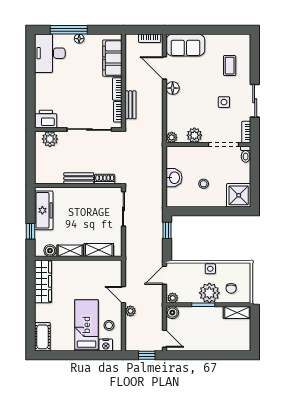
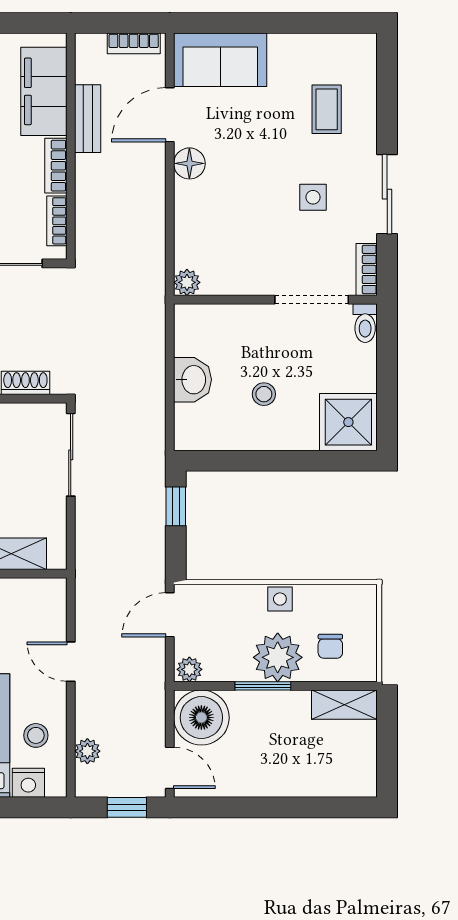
door: (165, 68) -> (170, 115), hinge flipped
bench: (130, 105) -> (88, 119), moved
plant: (194, 135) -> (242, 277), removed
plant: (130, 311) -> (87, 751), moved
boiler: (172, 313) -> (201, 718), width x1.86, depth x1.86

